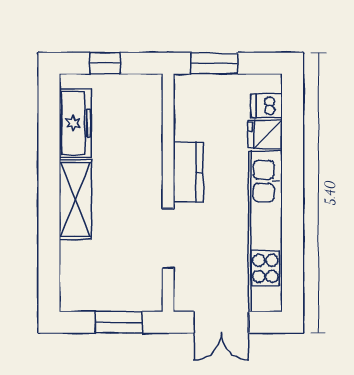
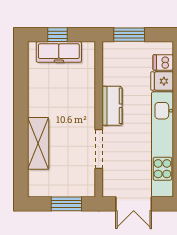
freezer: (75, 123) -> (59, 52), moved, turned 90
shelving: (75, 200) -> (38, 143), moved

